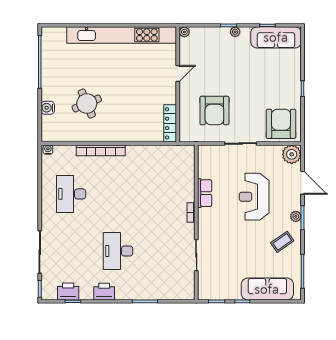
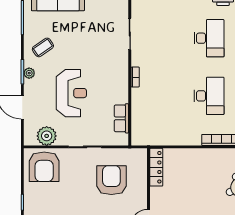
plant: (292, 154) -> (47, 136), moved
row of seats: (205, 193) -> (121, 118), moved
desk: (118, 194) -> (209, 96), added

